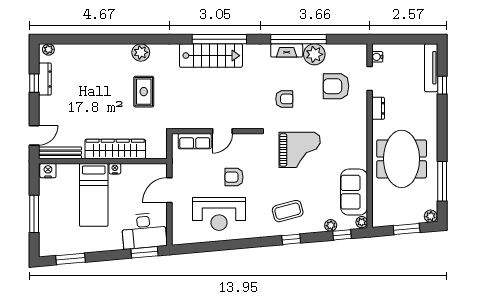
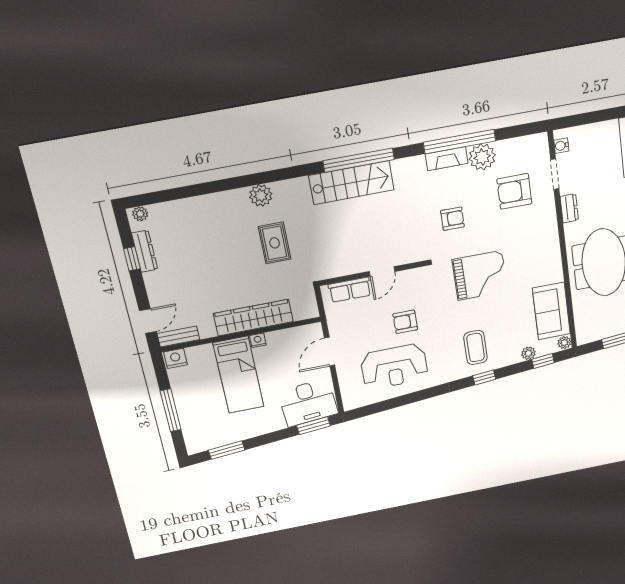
bench: (60, 153) -> (178, 336), width x0.73
coffee table: (288, 211) -> (476, 347), turned -75

